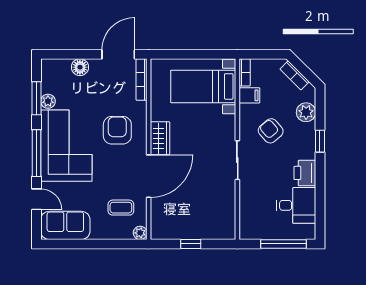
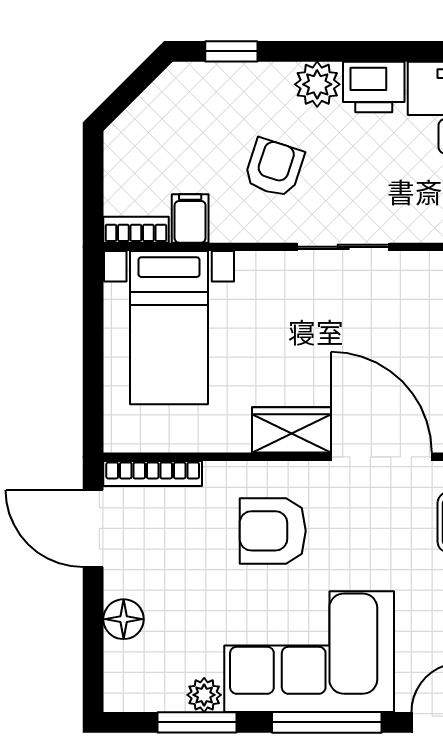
bookcase: (295, 75) -> (143, 111), removed
plant: (306, 112) -> (317, 84), moved
armchair: (271, 131) -> (274, 168), turned 149
window: (320, 141) -> (231, 51), moved

